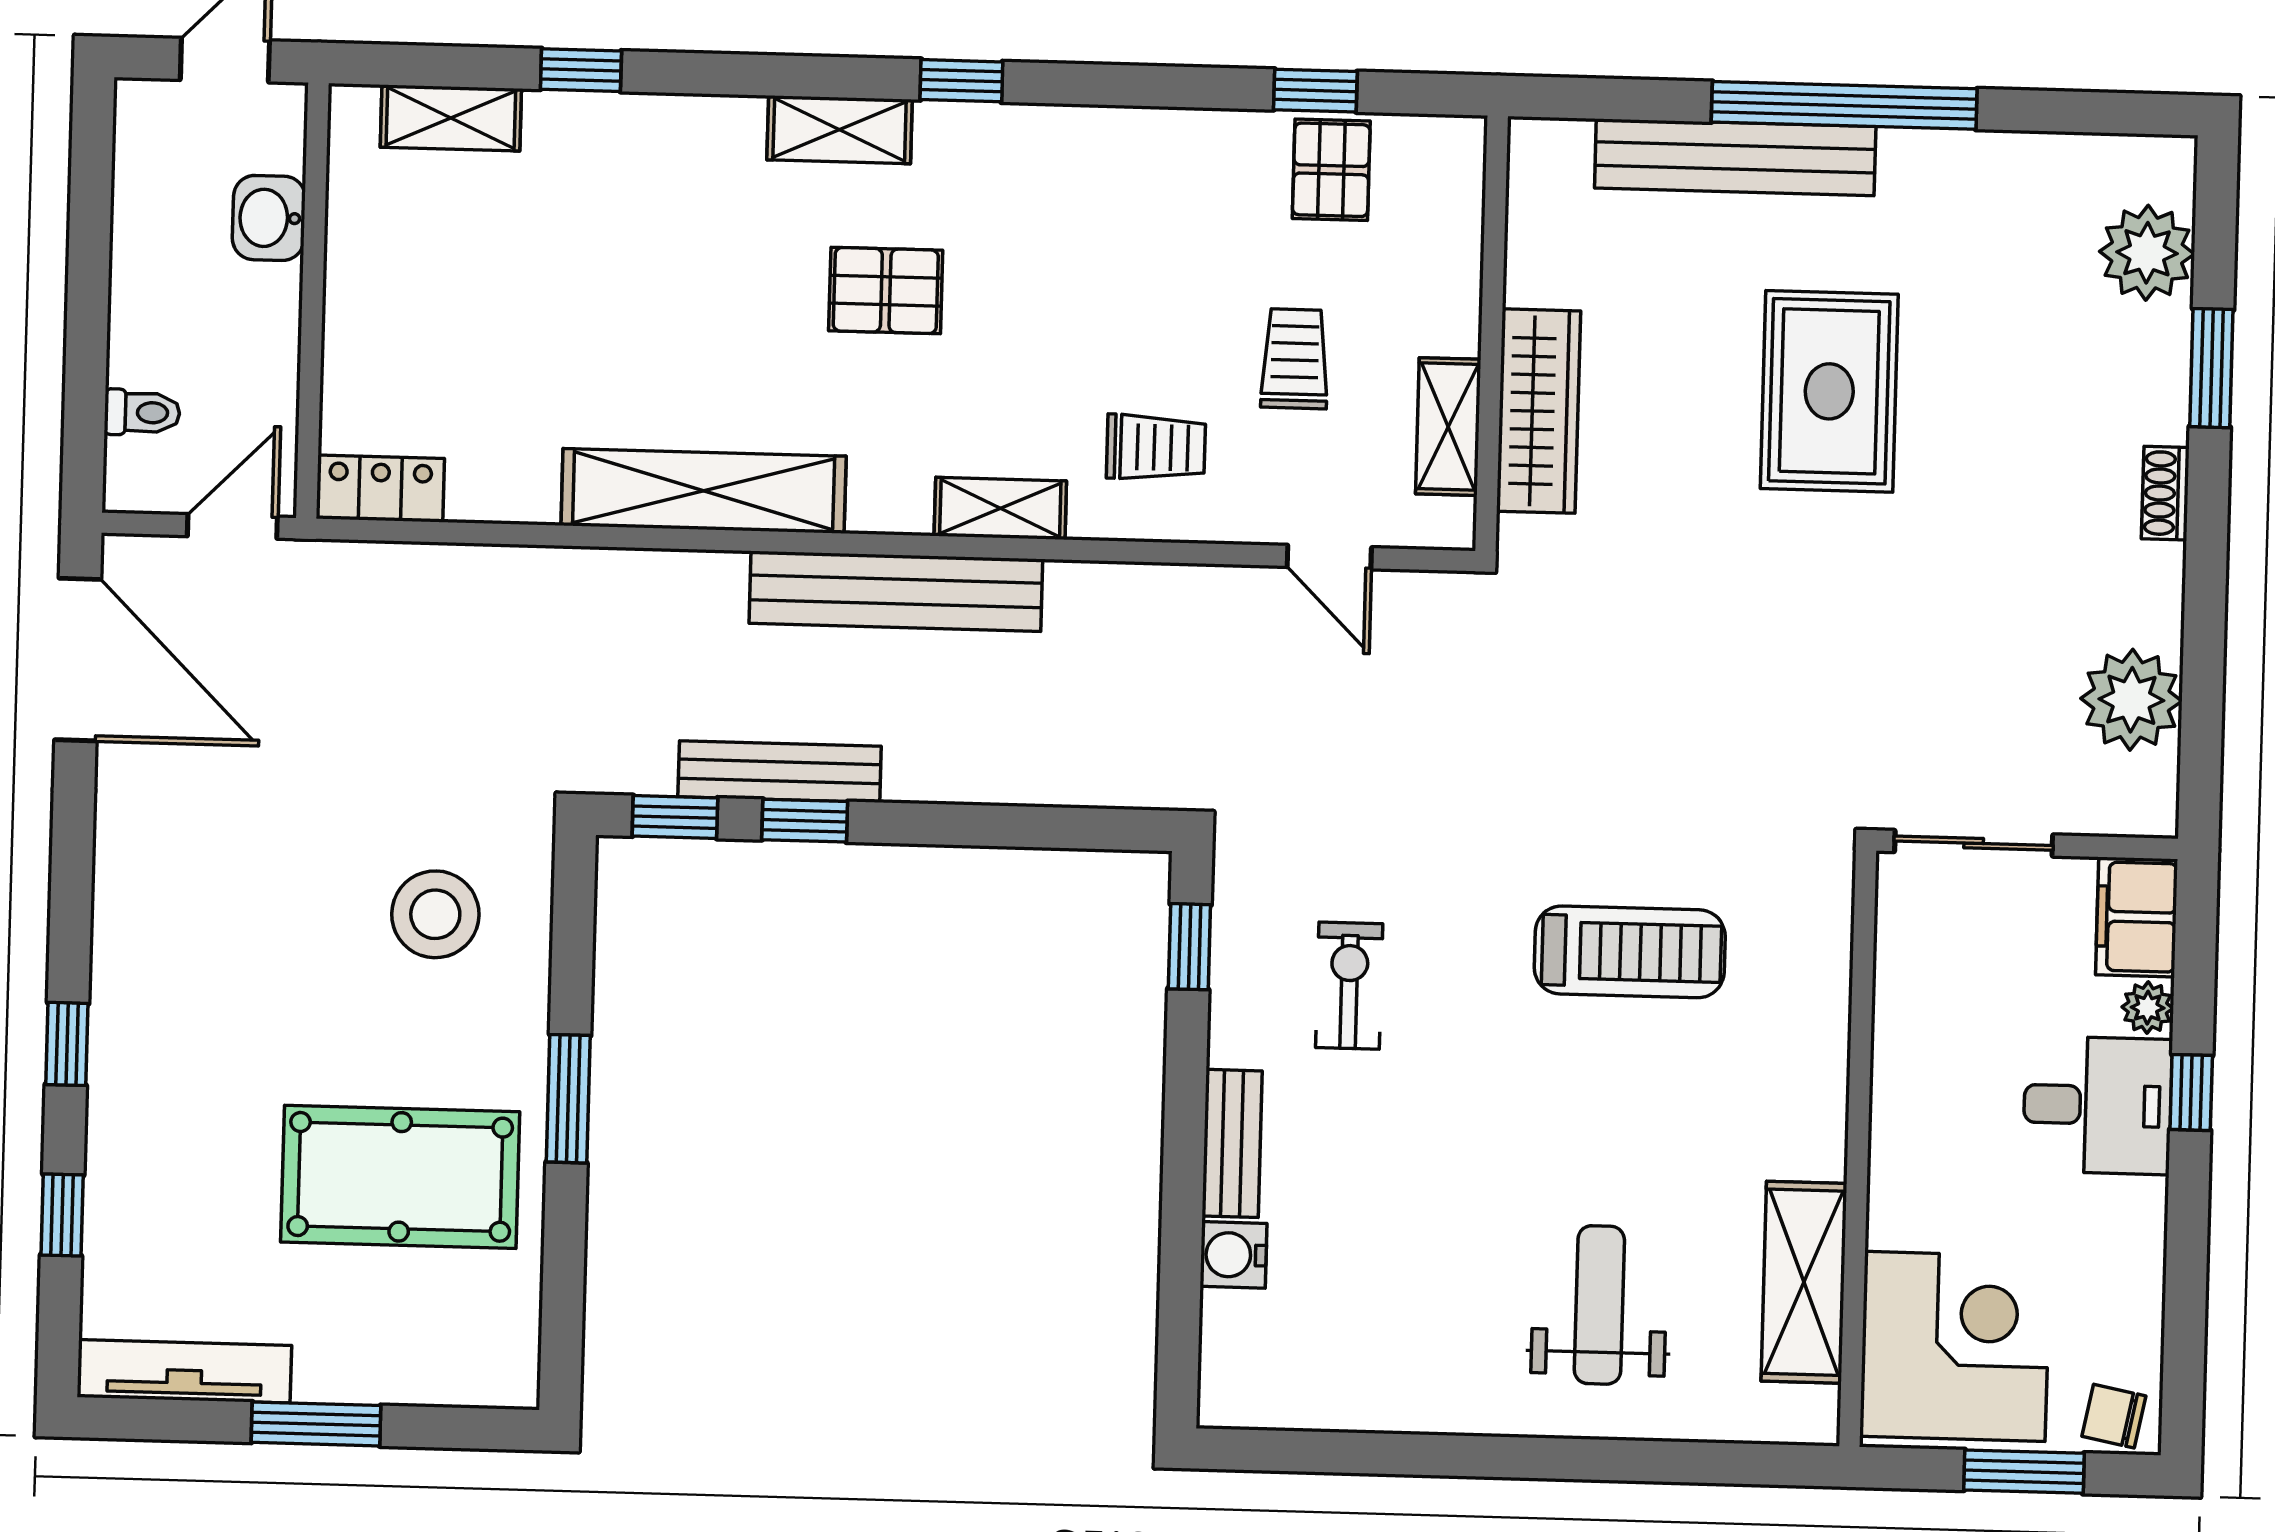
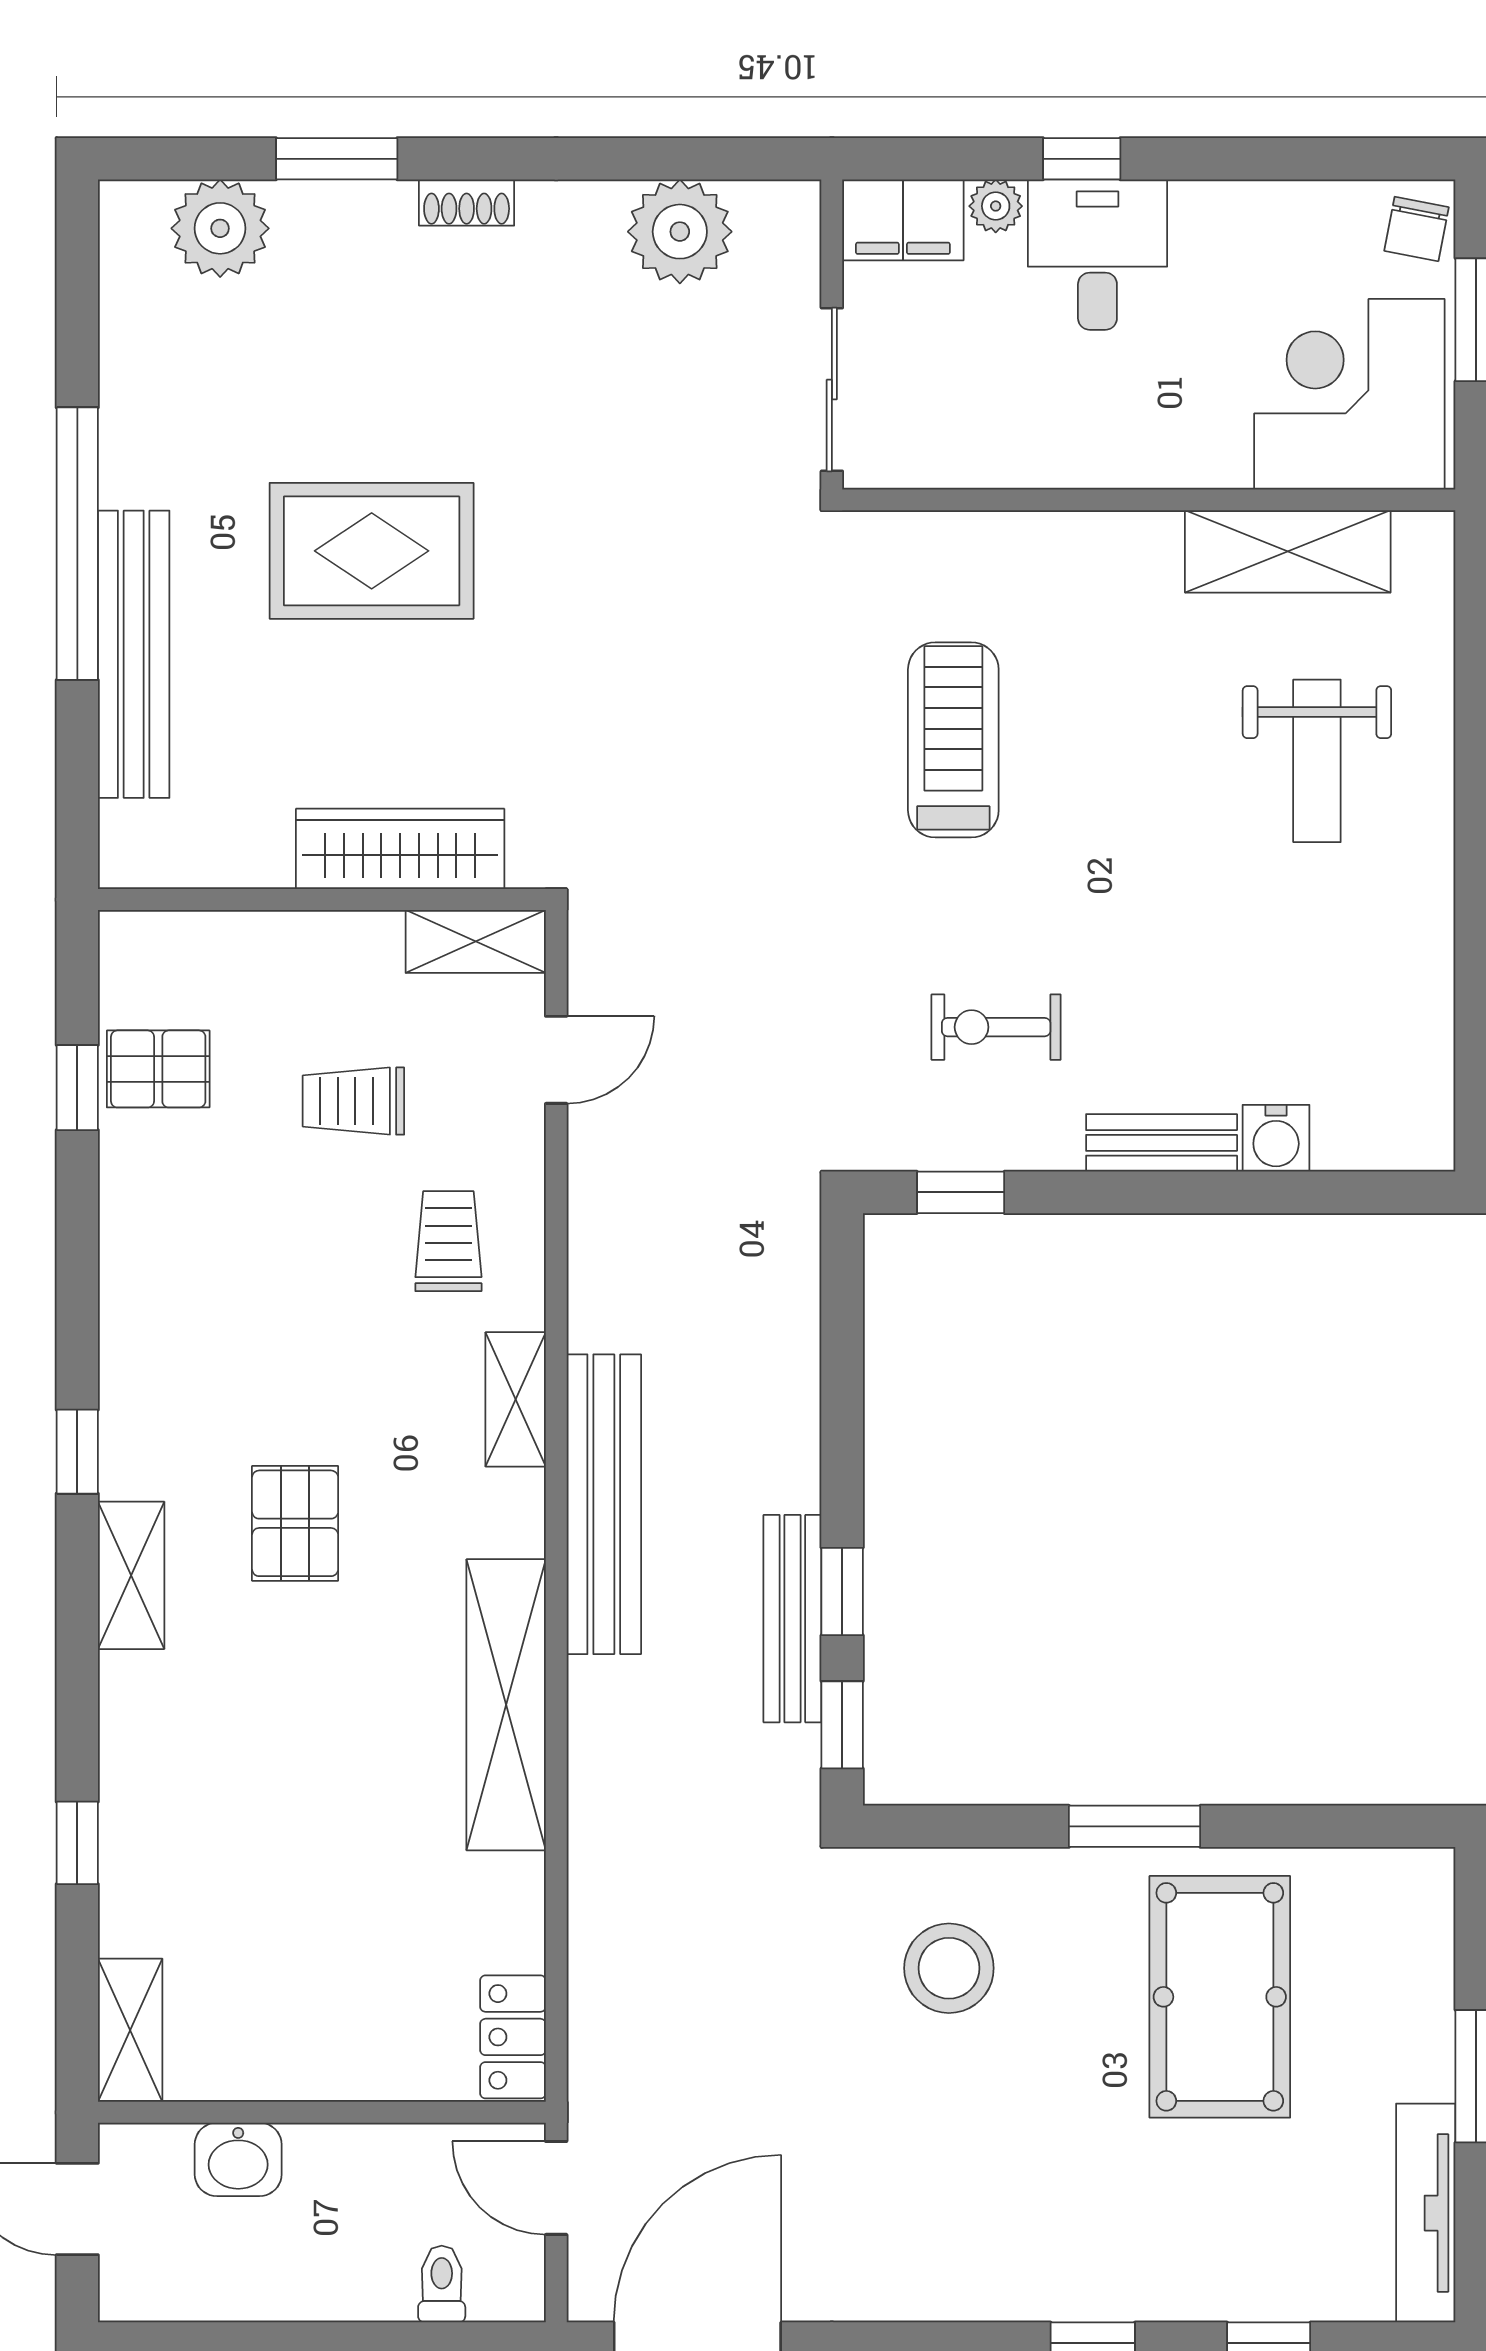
shelving: (451, 118) -> (130, 2030), moved
shelving: (1448, 427) -> (476, 941), moved
weight bench: (1599, 1305) -> (1317, 761), turned -90

